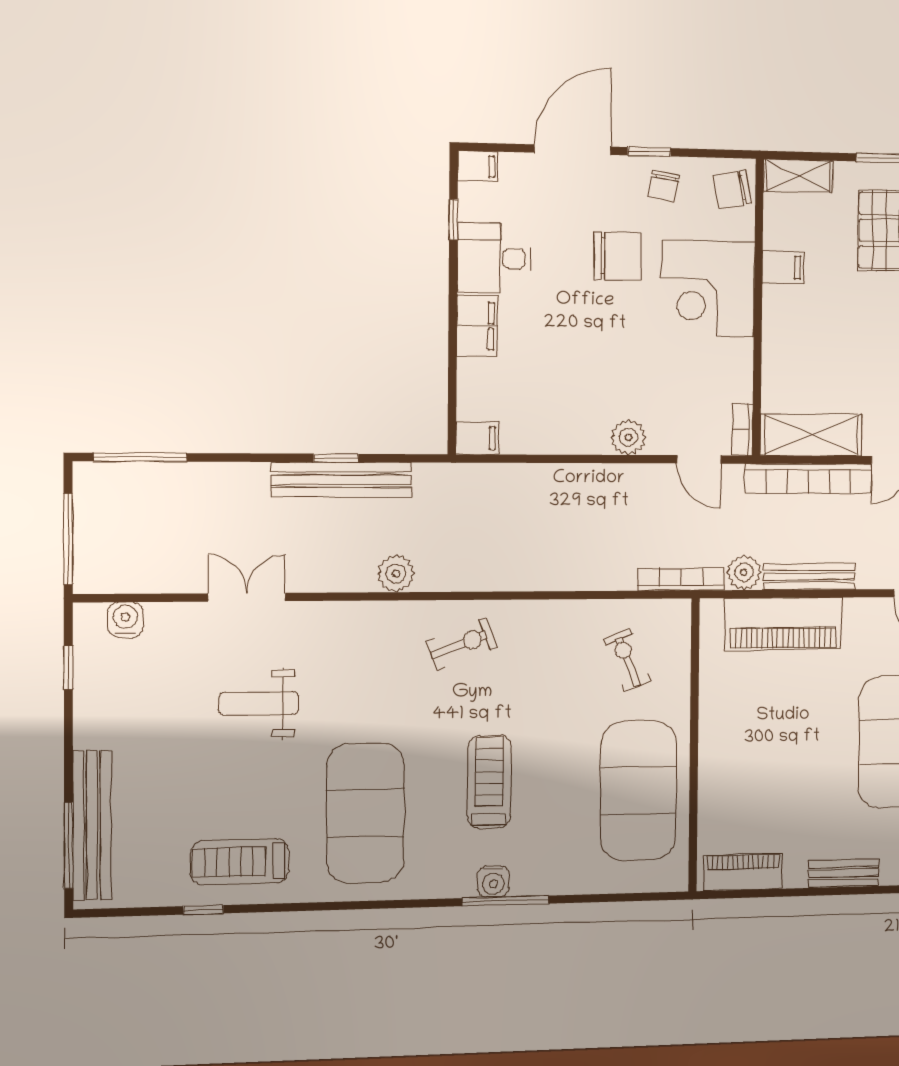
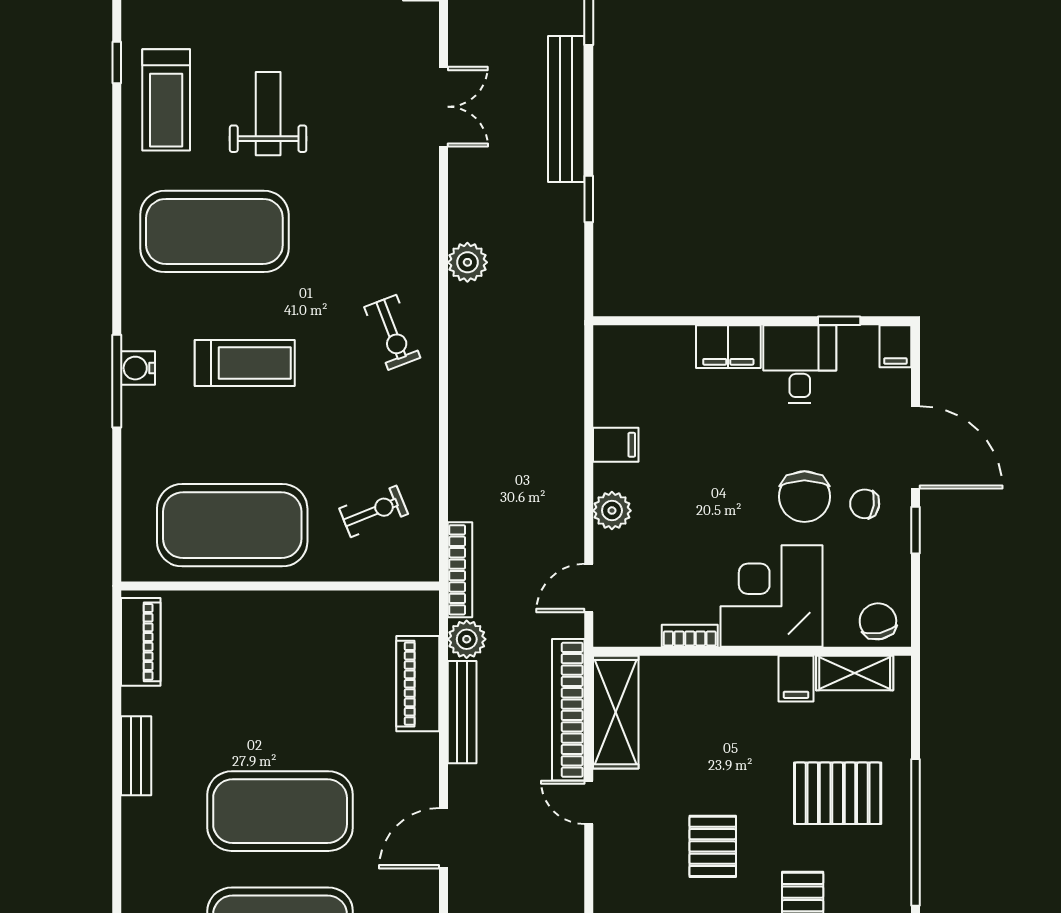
shelving: (798, 176) -> (855, 673), moved, turned 90
chair: (664, 186) -> (865, 504), moved
bookcase: (743, 430) -> (690, 636), moved
filing cabinet: (477, 438) -> (616, 445), moved, turned -90
bench: (341, 480) -> (566, 109), moved
piano: (783, 624) -> (418, 684), width x0.73, depth x0.75
weight bench: (259, 703) -> (268, 114), moved
treadmill: (240, 862) -> (166, 100), turned 180

